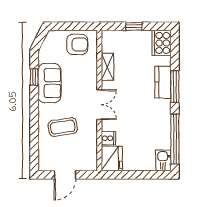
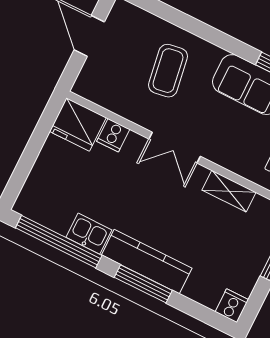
cooker: (162, 43) -> (232, 306), width x0.53, depth x0.76
kitchen counter: (163, 82) -> (147, 262), width x1.50
kitchen sink: (163, 160) -> (89, 234), moved

